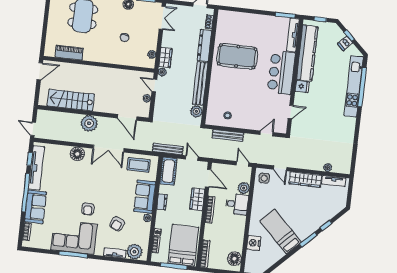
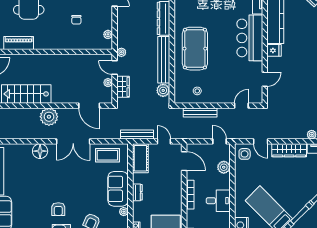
pool table: (237, 56) -> (195, 49), moved, turned 90
wardrobe: (165, 58) -> (123, 87), moved
wardrobe: (197, 199) -> (175, 185), removed
desk: (237, 204) -> (218, 201), moved

